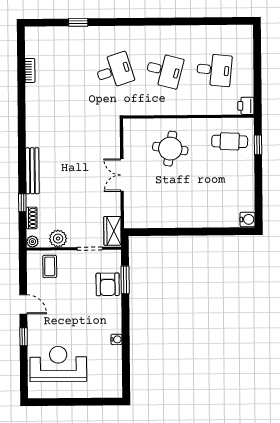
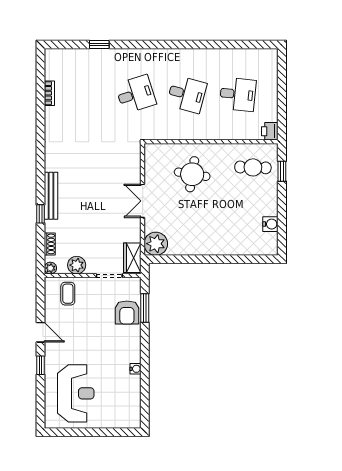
window: (22, 203) -> (41, 214), moved
plant: (135, 217) -> (156, 244), added
water cooler: (248, 219) -> (270, 224), moved
reception desk: (58, 364) -> (76, 393), turned 90

